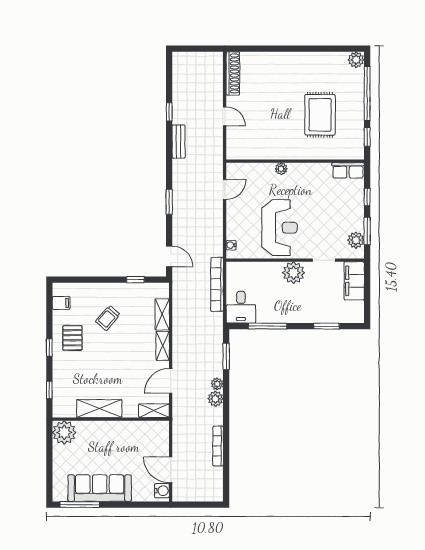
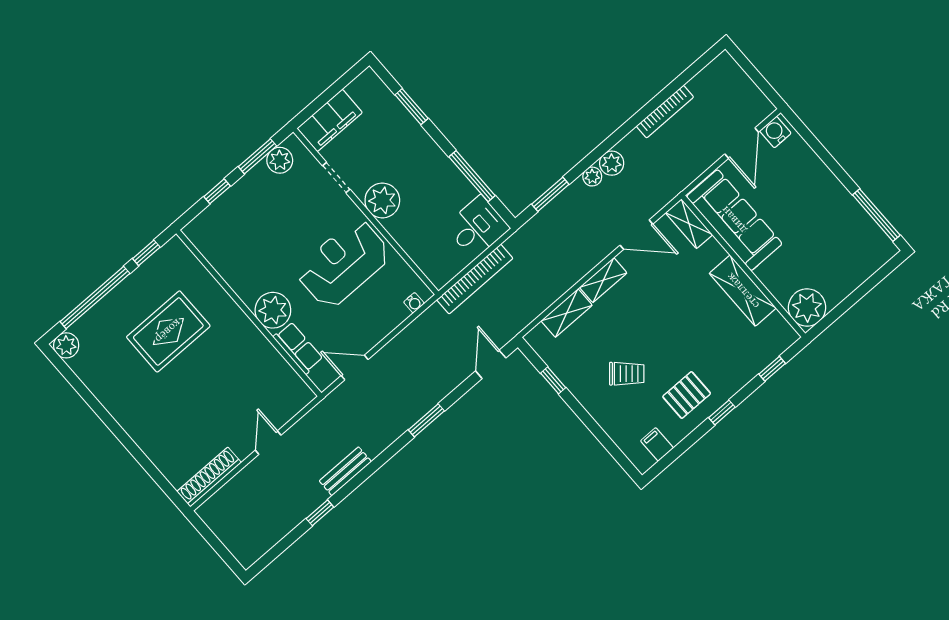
plant: (281, 169) -> (273, 310), width x1.88, depth x1.88
row of seats: (348, 170) -> (298, 348), moved
sofa: (100, 488) -> (734, 220), moved, turned 180

